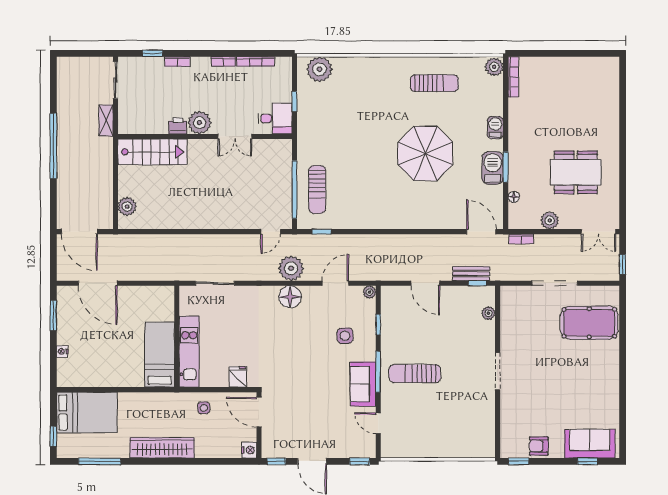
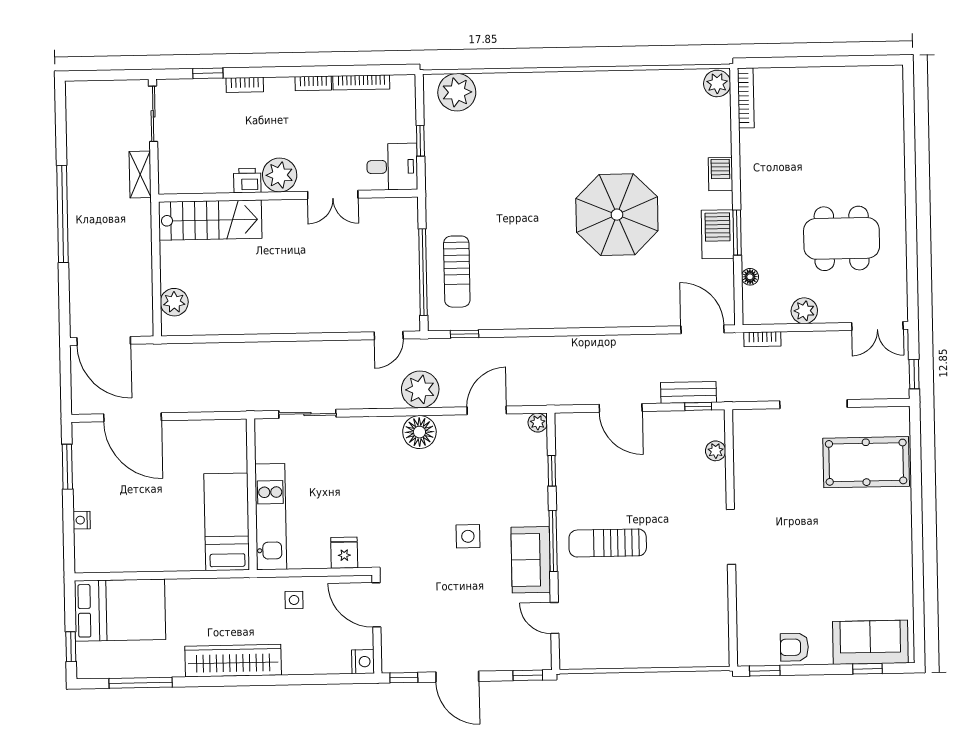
sun lounger: (434, 83) -> (629, 110), removed
side table: (345, 336) -> (468, 536), moved

